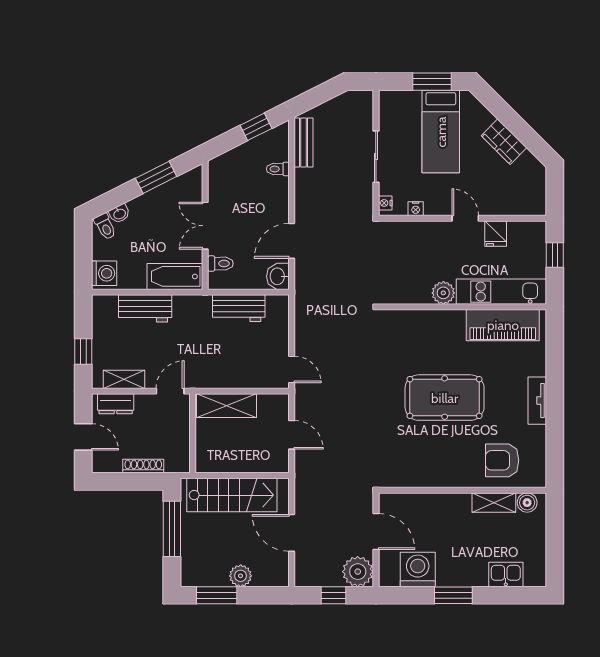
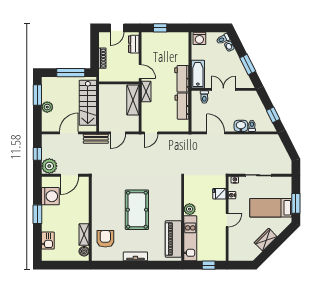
bench: (304, 143) -> (96, 139), moved
fridge: (496, 234) -> (219, 194), moved
washbasin: (278, 276) -> (241, 126), moved
workbench: (145, 308) -> (182, 79), moved
shelving: (124, 379) -> (146, 91), moved

